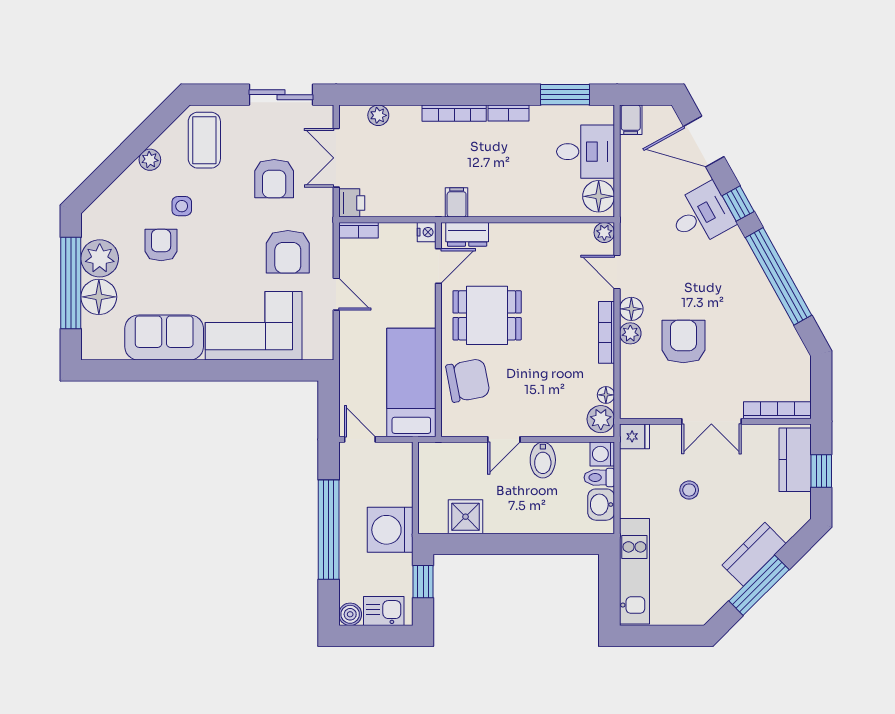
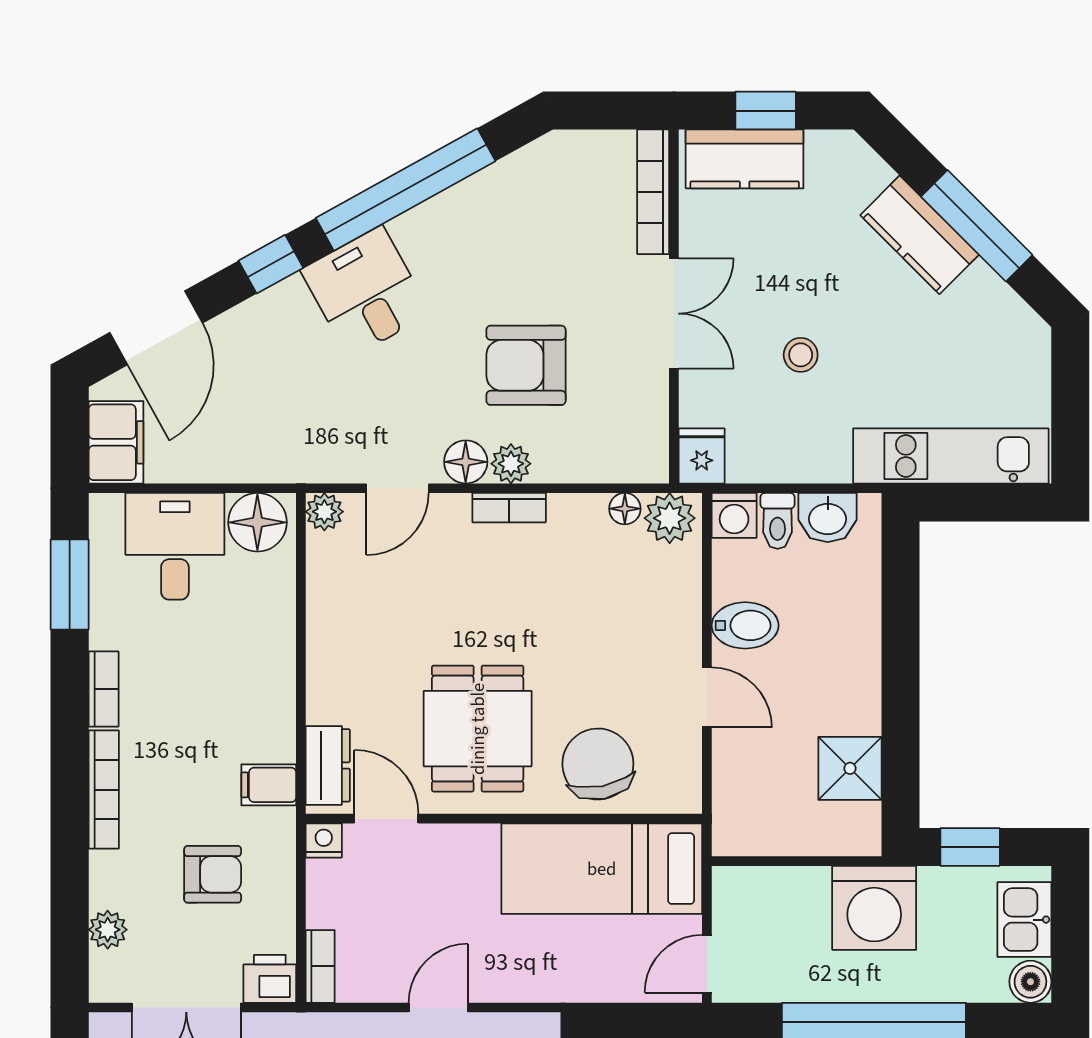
filing cabinet: (631, 120) -> (116, 442), width x2.00
armchair: (408, 172) -> (213, 874), added
desk: (701, 215) -> (366, 292), moved
bookcase: (607, 332) -> (509, 508), width x0.64

